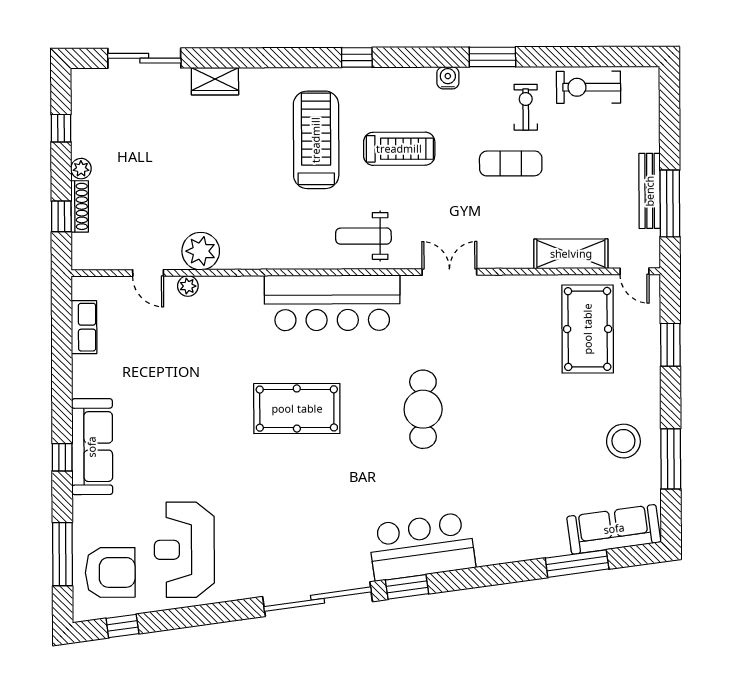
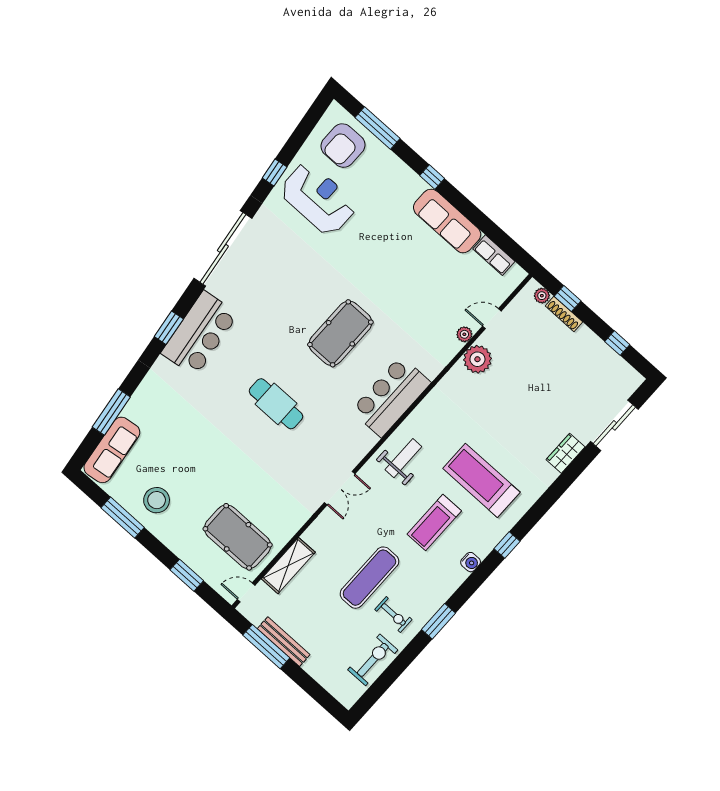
water cooler: (448, 78) -> (471, 562), moved
treadmill: (316, 140) -> (481, 480), turned 180
exercise mat: (511, 163) -> (369, 578), width x1.36, depth x1.45
plant: (81, 169) -> (542, 296), moved
bar counter: (332, 303) -> (391, 397), width x0.73
sofa: (92, 447) -> (447, 221), moved
window: (407, 587) -> (169, 328), moved
window: (122, 626) -> (275, 173), moved

